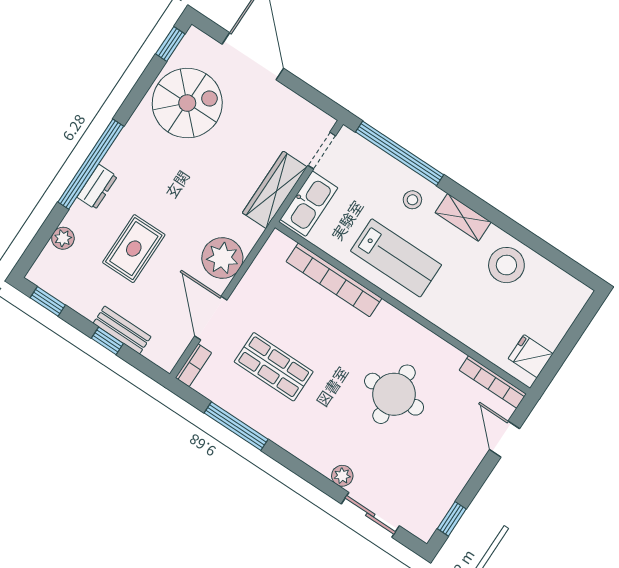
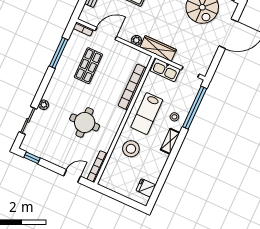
wardrobe: (275, 190) -> (158, 48), moved
plant: (222, 258) -> (136, 40), width x0.53, depth x0.53
stool: (506, 265) -> (131, 149), moved
fridge: (531, 356) -> (146, 188), moved, turned -90

